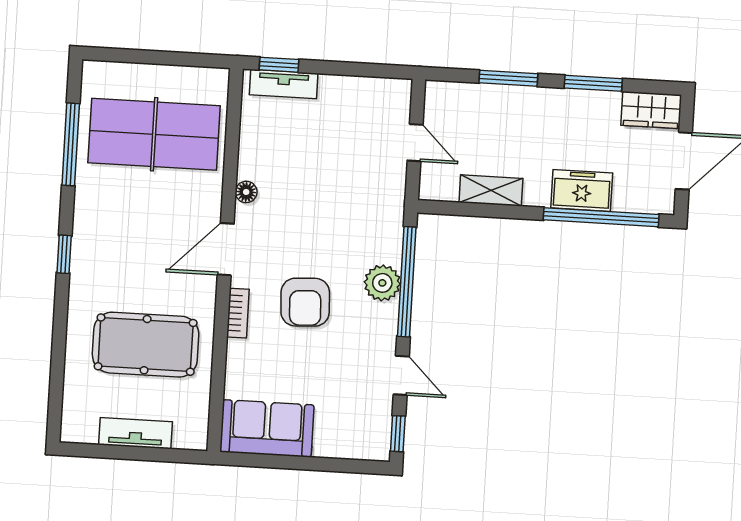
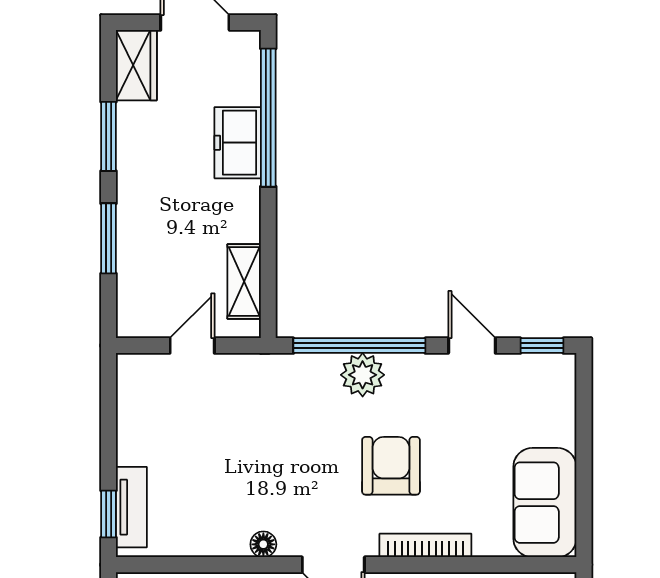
shelving: (491, 190) -> (244, 282), moved
armchair: (305, 302) -> (391, 466), turned -87
bookcase: (238, 313) -> (425, 545), width x1.56
door: (401, 375) -> (472, 346), hinge flipped

